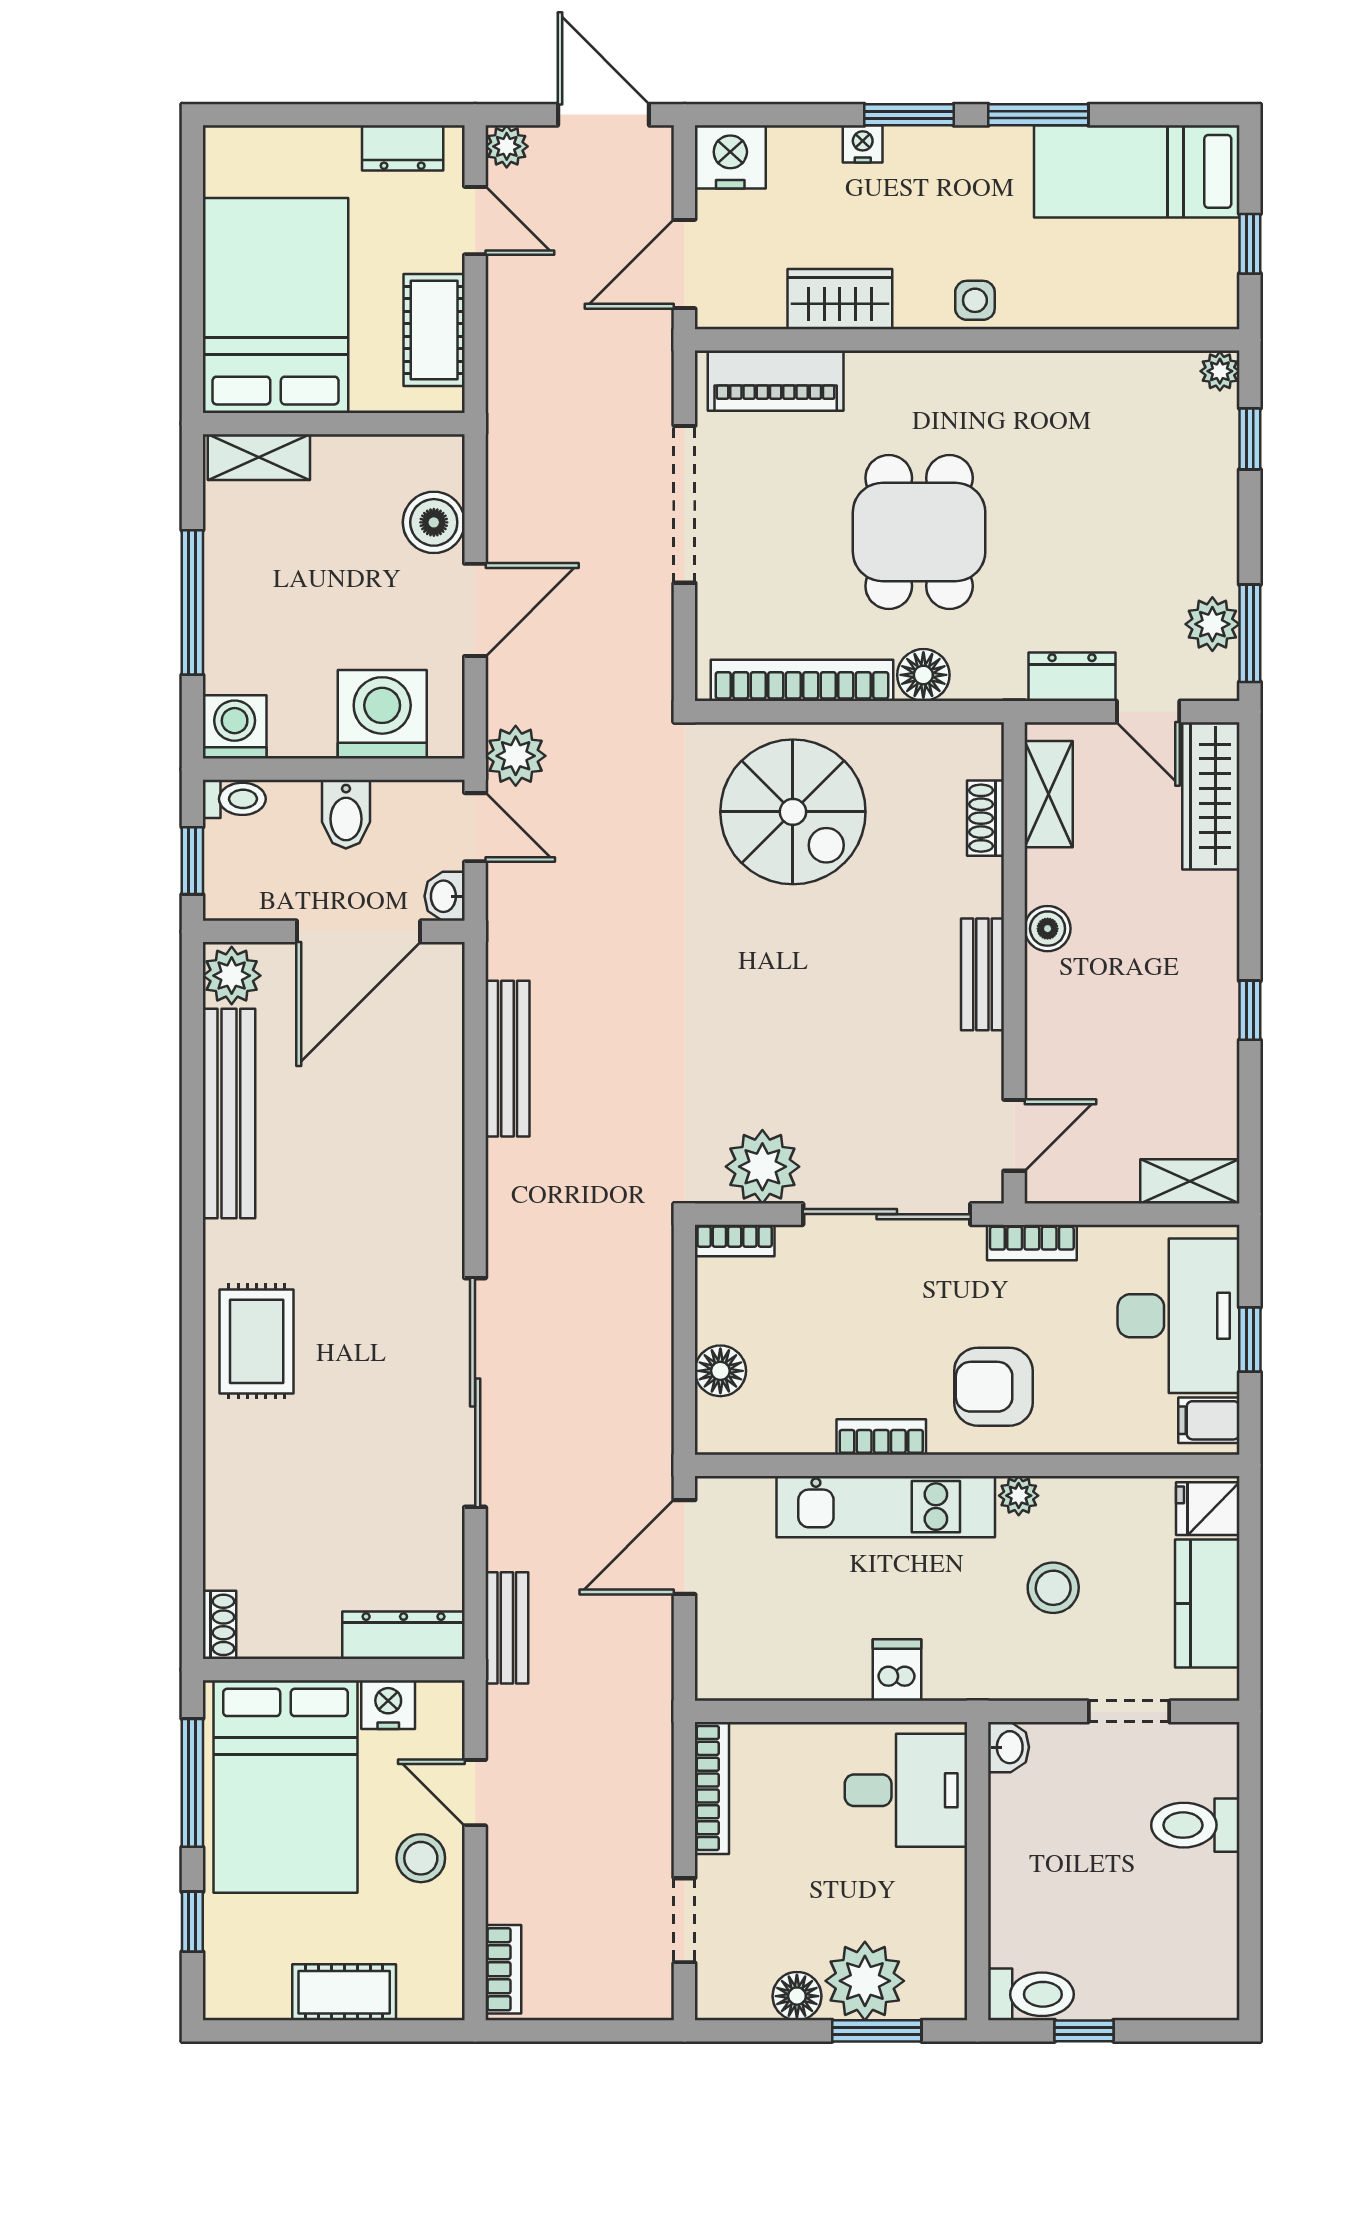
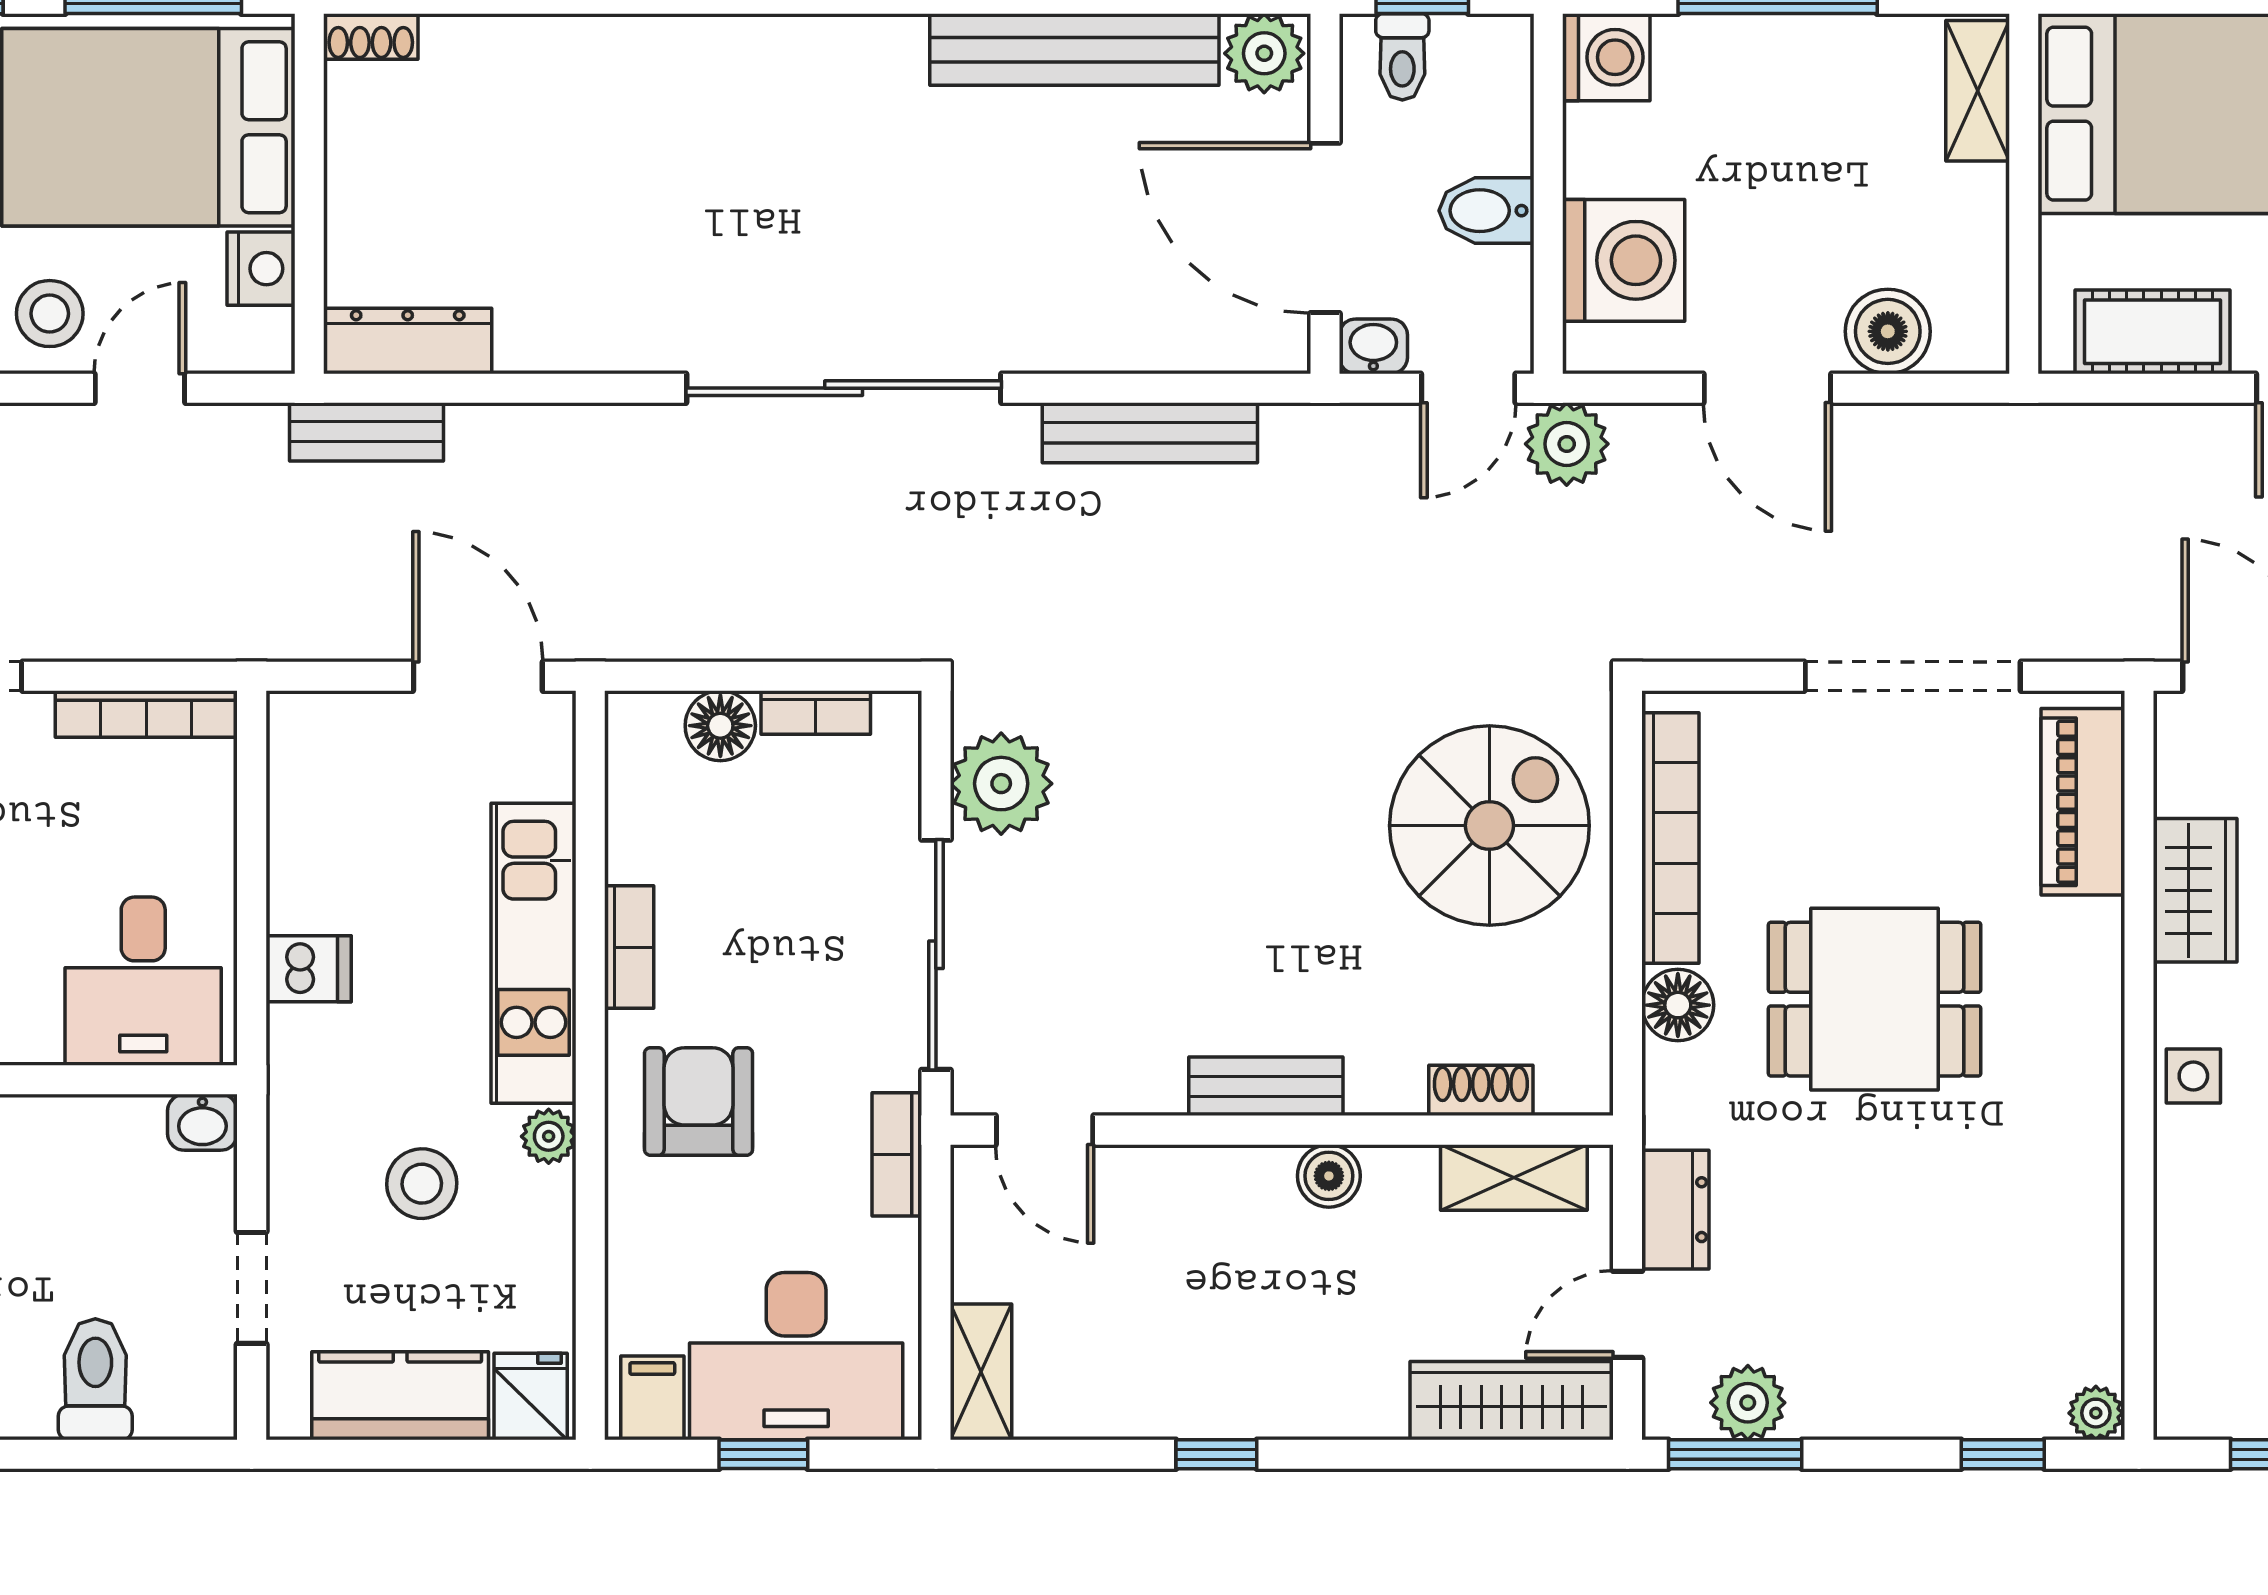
toilet: (234, 799) -> (1402, 57), moved
spiral stairs: (793, 812) -> (1489, 826), turned 180
bookcase: (735, 1240) -> (816, 713), moved, turned -90
rug: (257, 1341) -> (761, 88), removed
sliding door: (475, 1393) -> (844, 388), moved
dresser: (404, 1635) -> (408, 341), moved, turned -90

